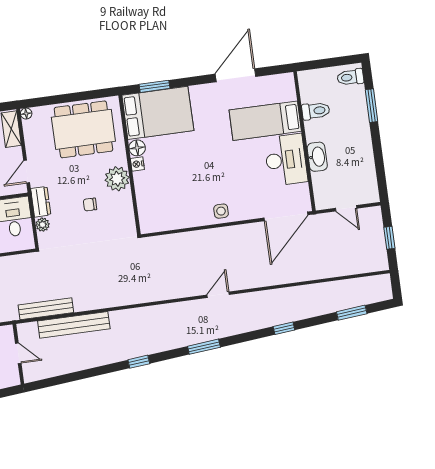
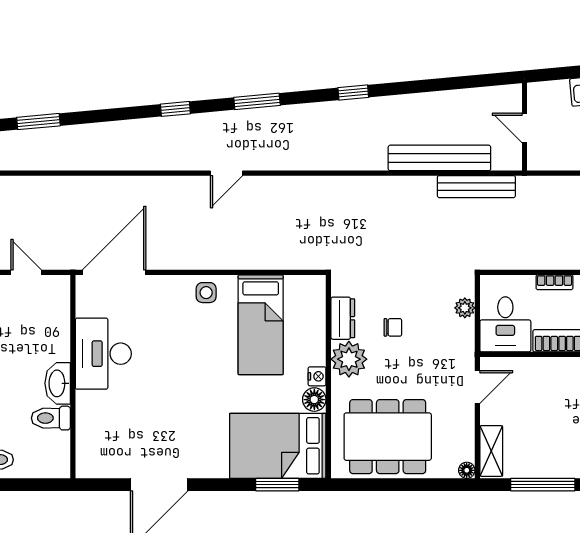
bed: (265, 121) -> (261, 325), moved, turned 90
washbasin: (317, 157) -> (58, 383), moved
dresser: (41, 202) -> (343, 318), moved, turned 180
window: (284, 328) -> (175, 109), moved

